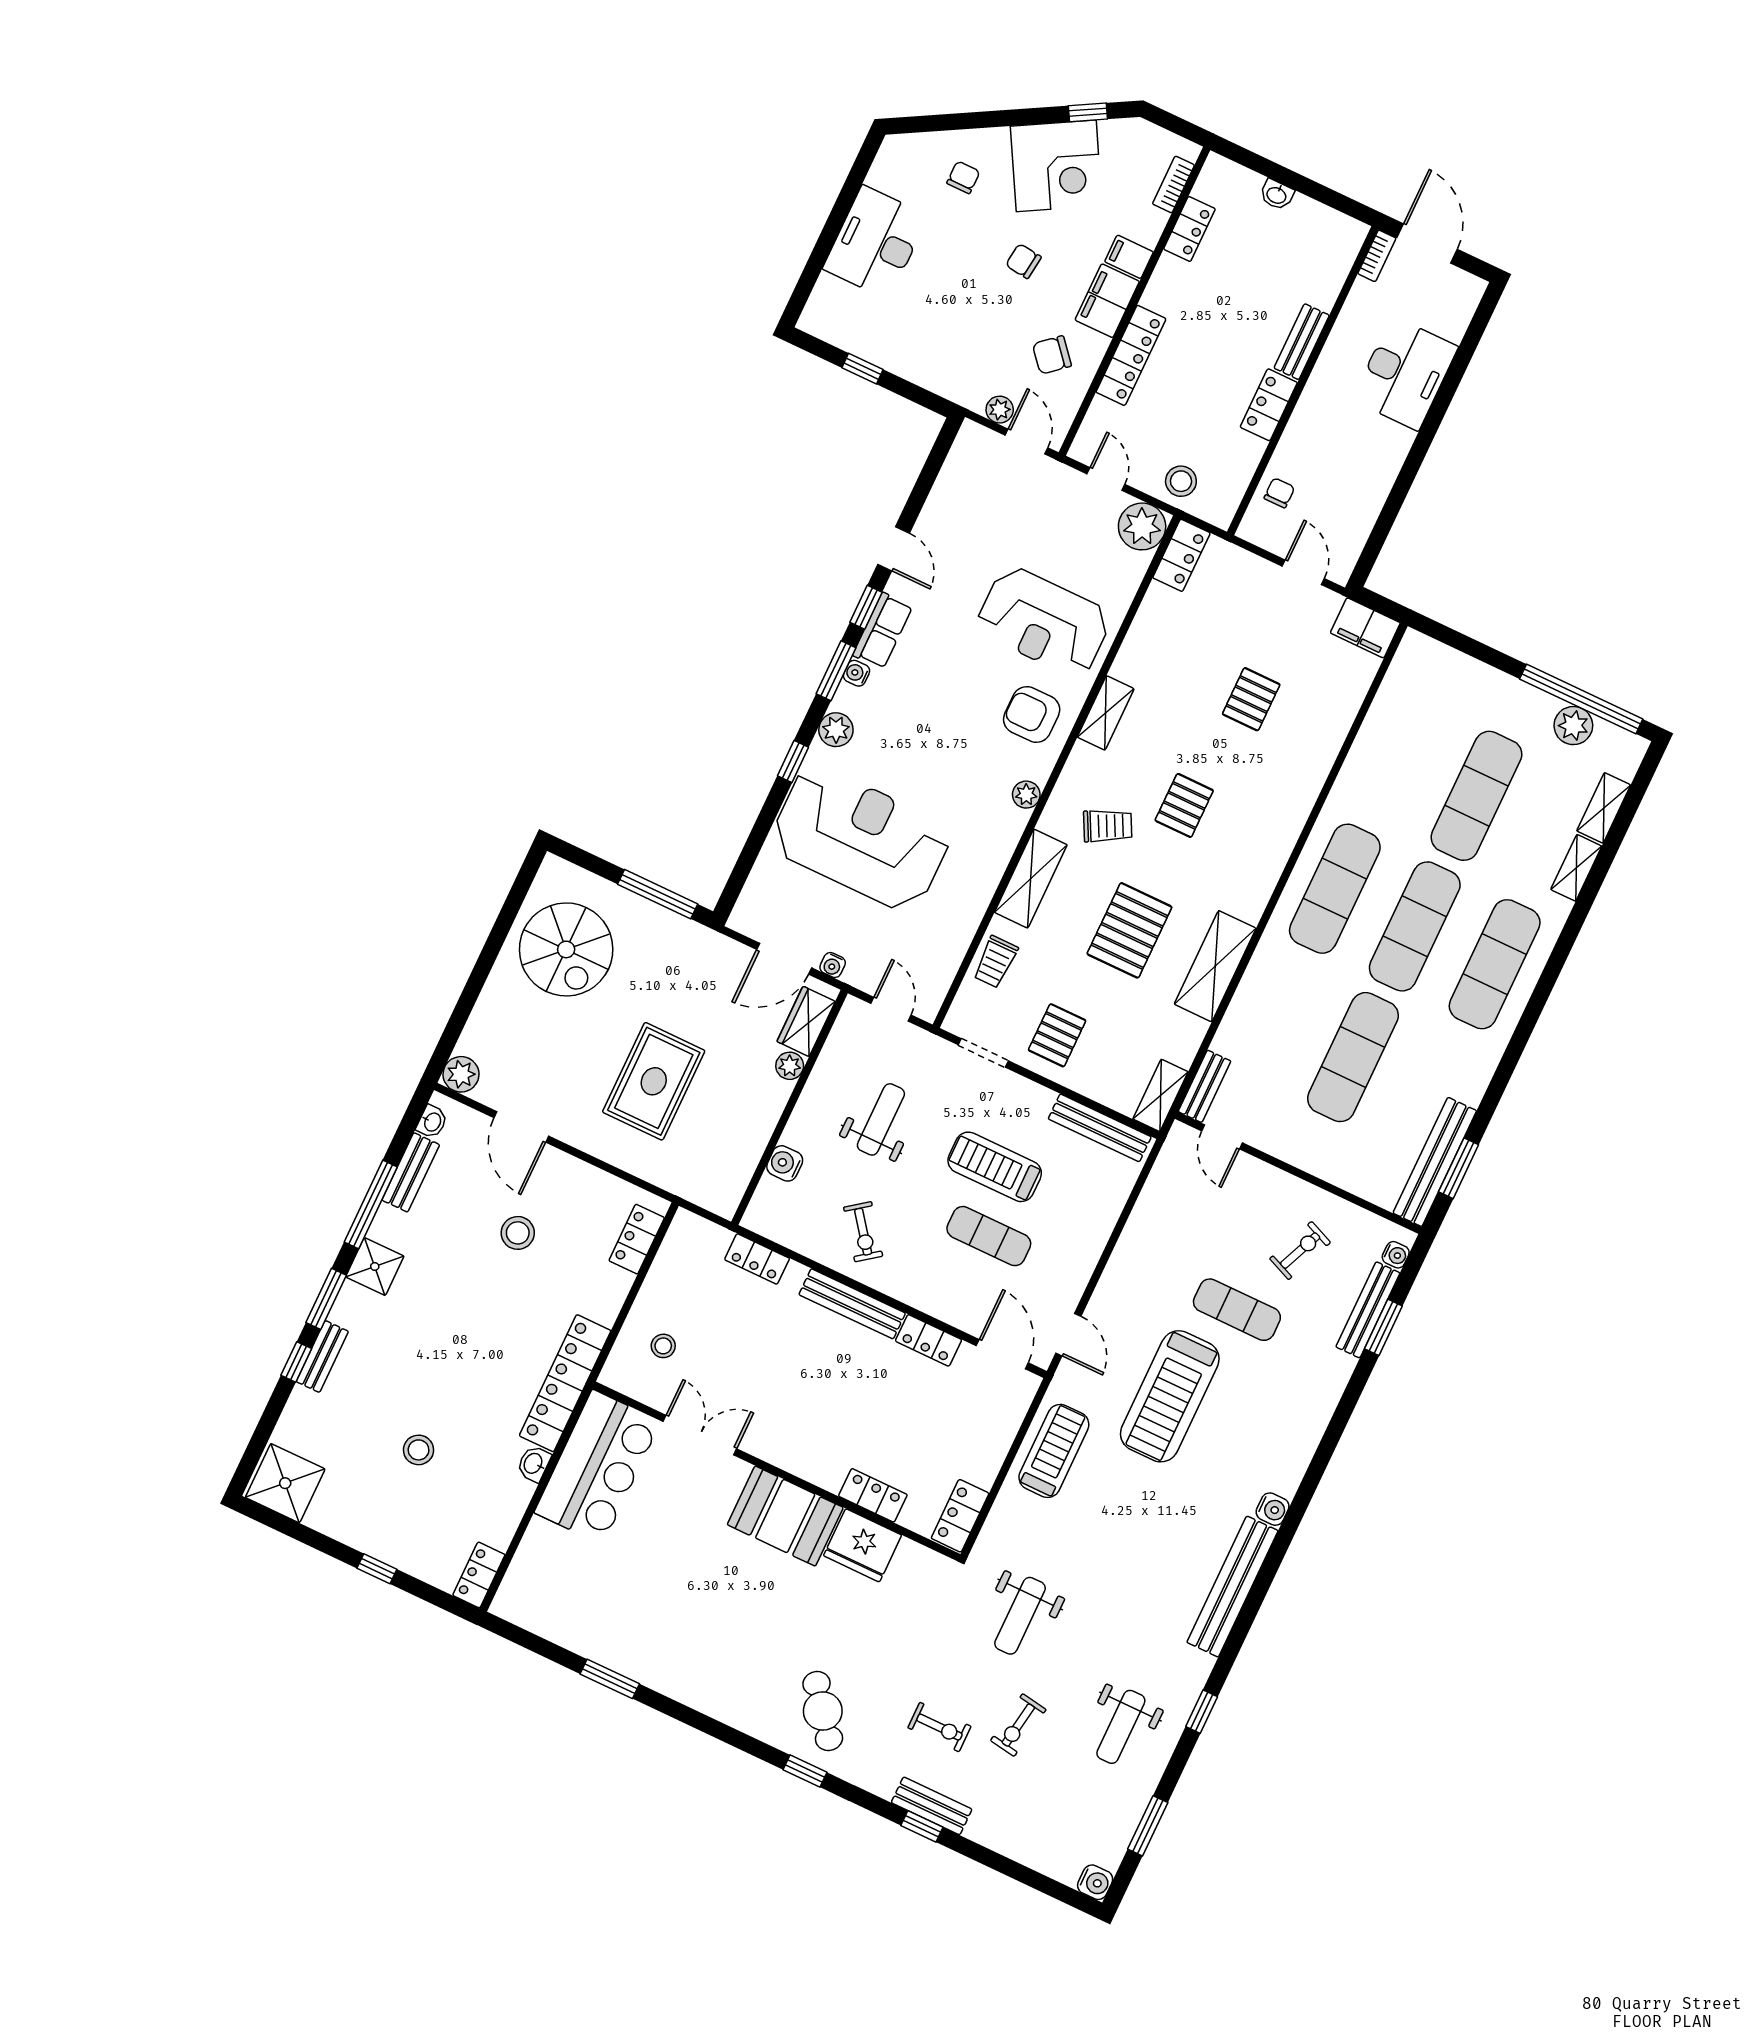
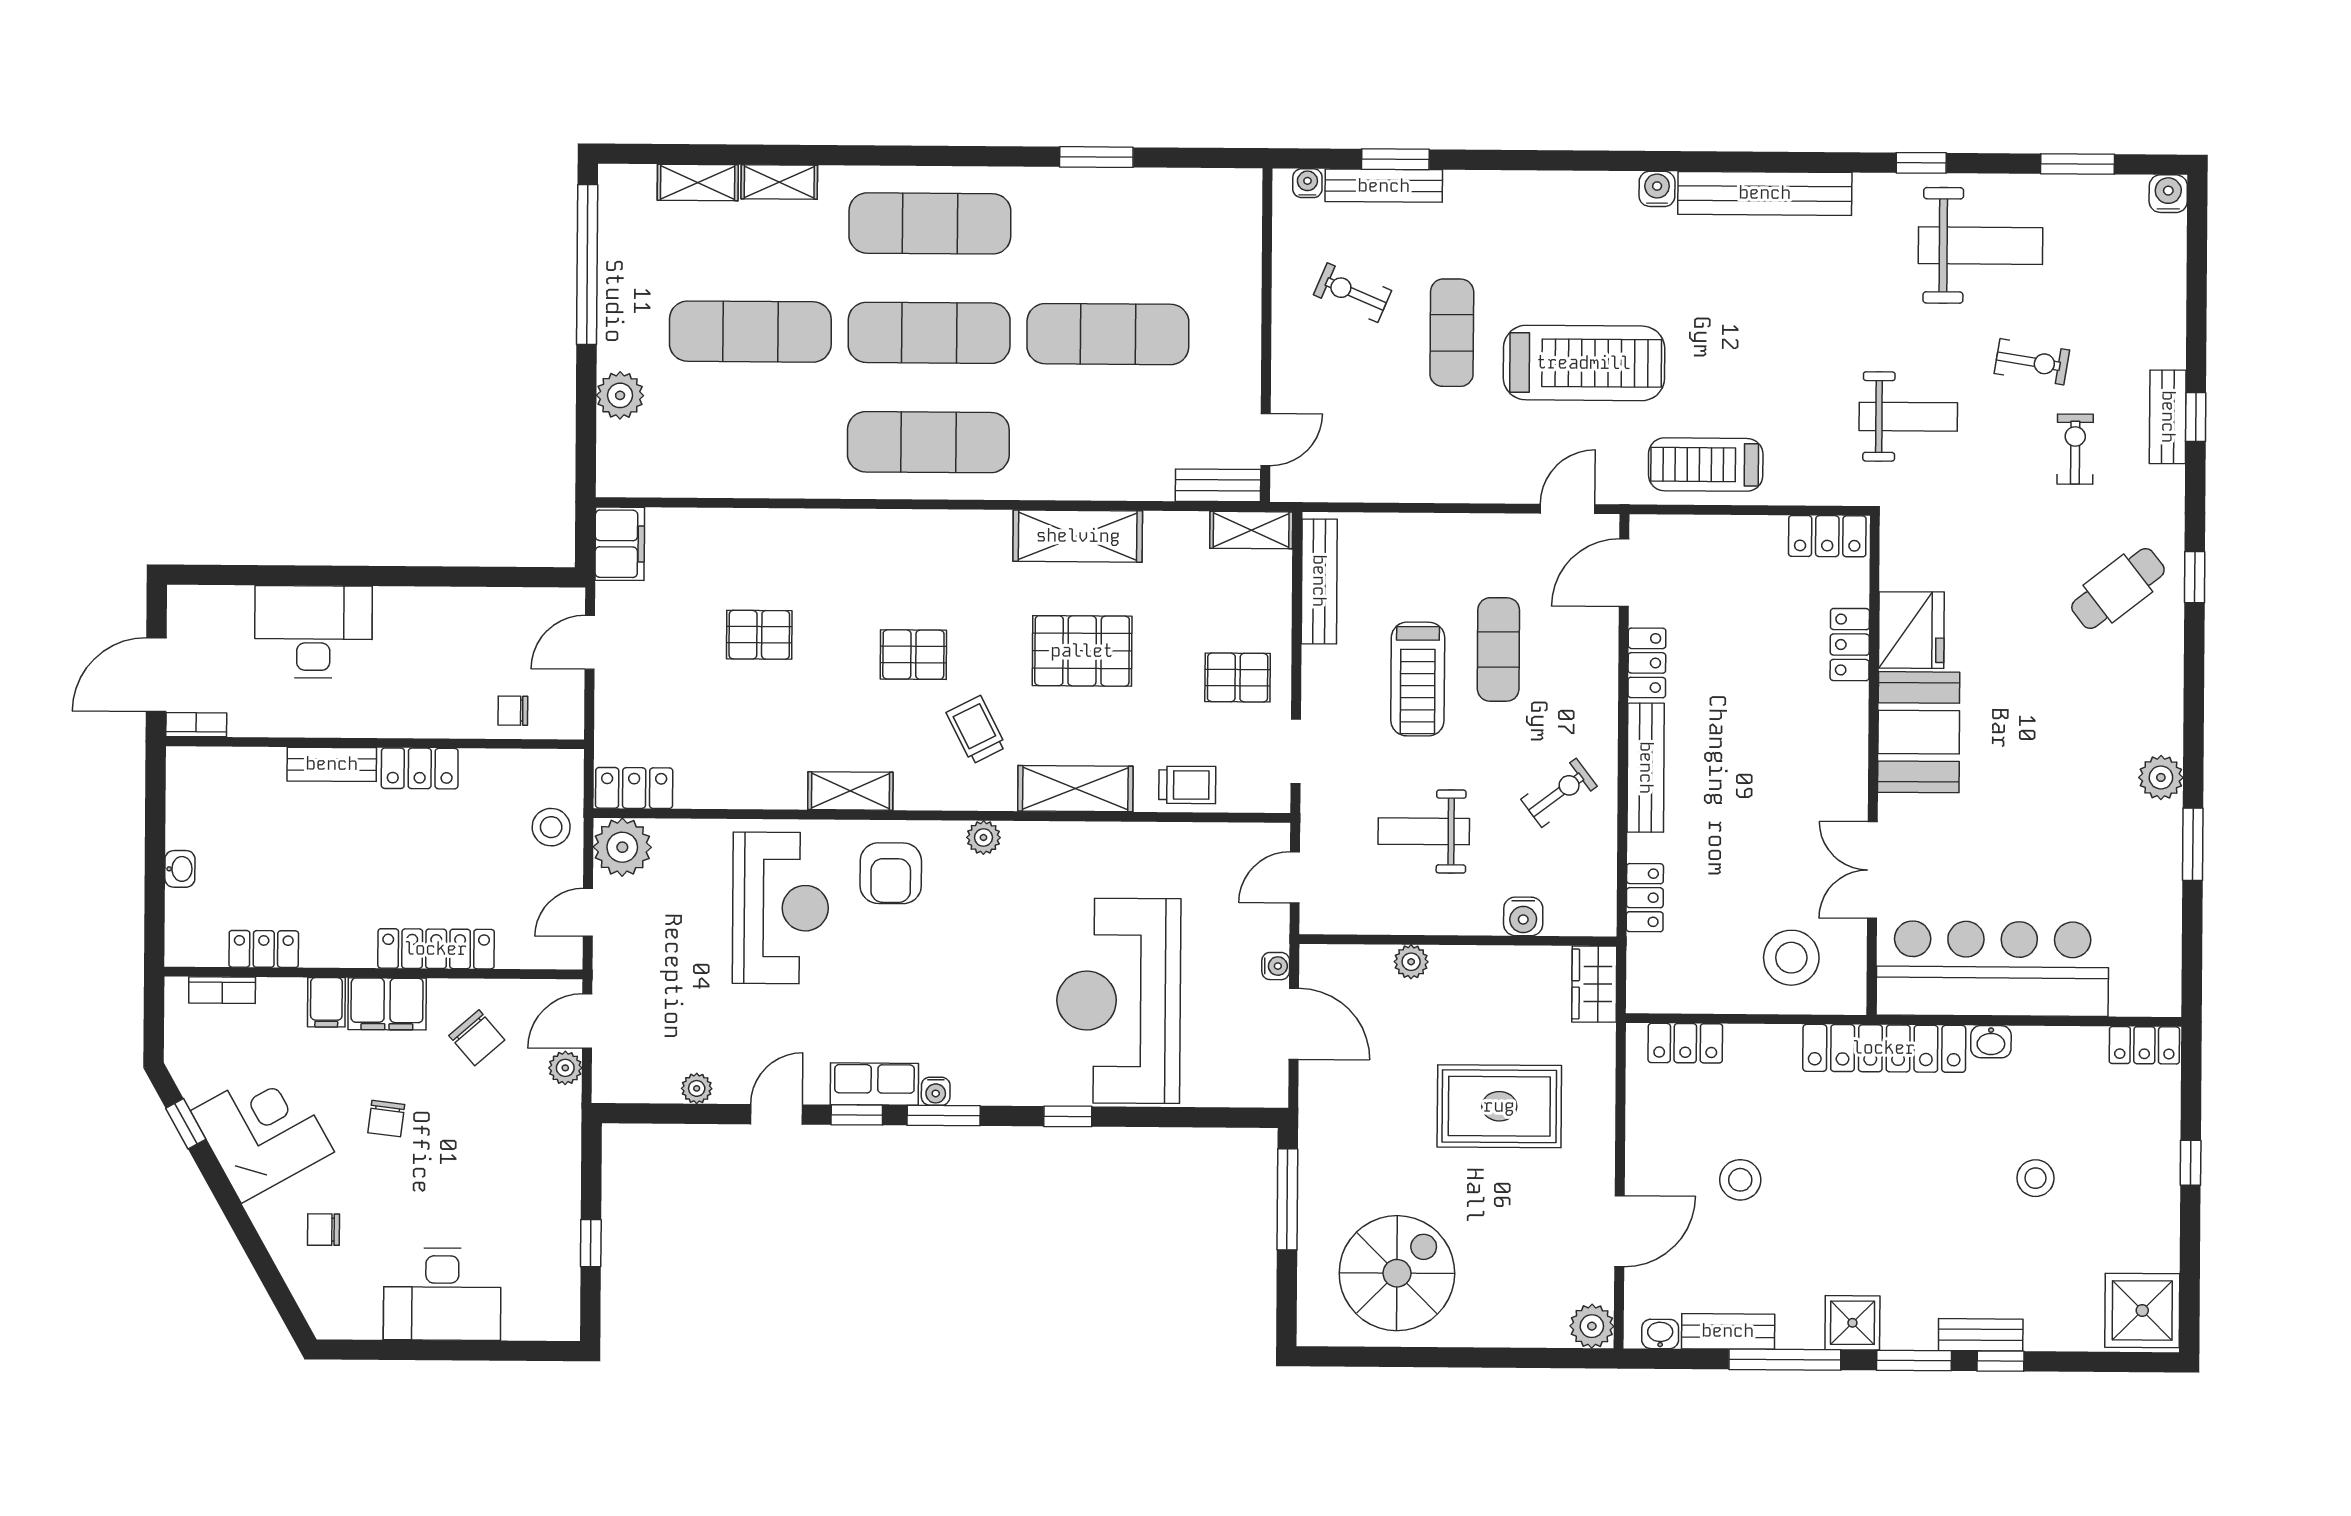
plant: (1573, 726) -> (620, 395), moved
plant: (836, 730) -> (697, 1088), moved, width x0.73, depth x0.73
wardrobe: (806, 1021) -> (1594, 984), moved, turned 90
bench: (1435, 1162) -> (1183, 188), removed
window: (1459, 1168) -> (1096, 157), moved
stool: (663, 1346) -> (1791, 958), width x1.89, depth x1.89
bar counter: (597, 1467) -> (1992, 969), width x1.36
plant: (670, 1678) -> (2161, 777), added
weight bench: (1121, 1727) -> (1980, 246), width x1.36, depth x1.33

